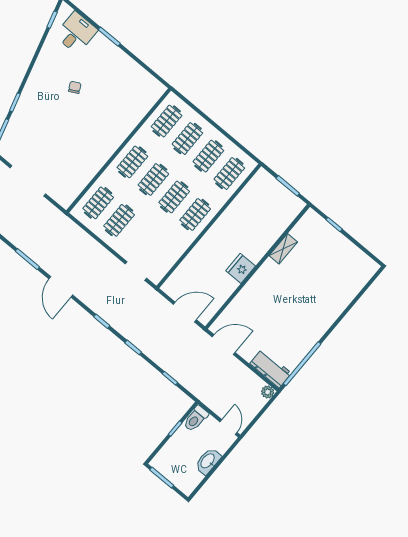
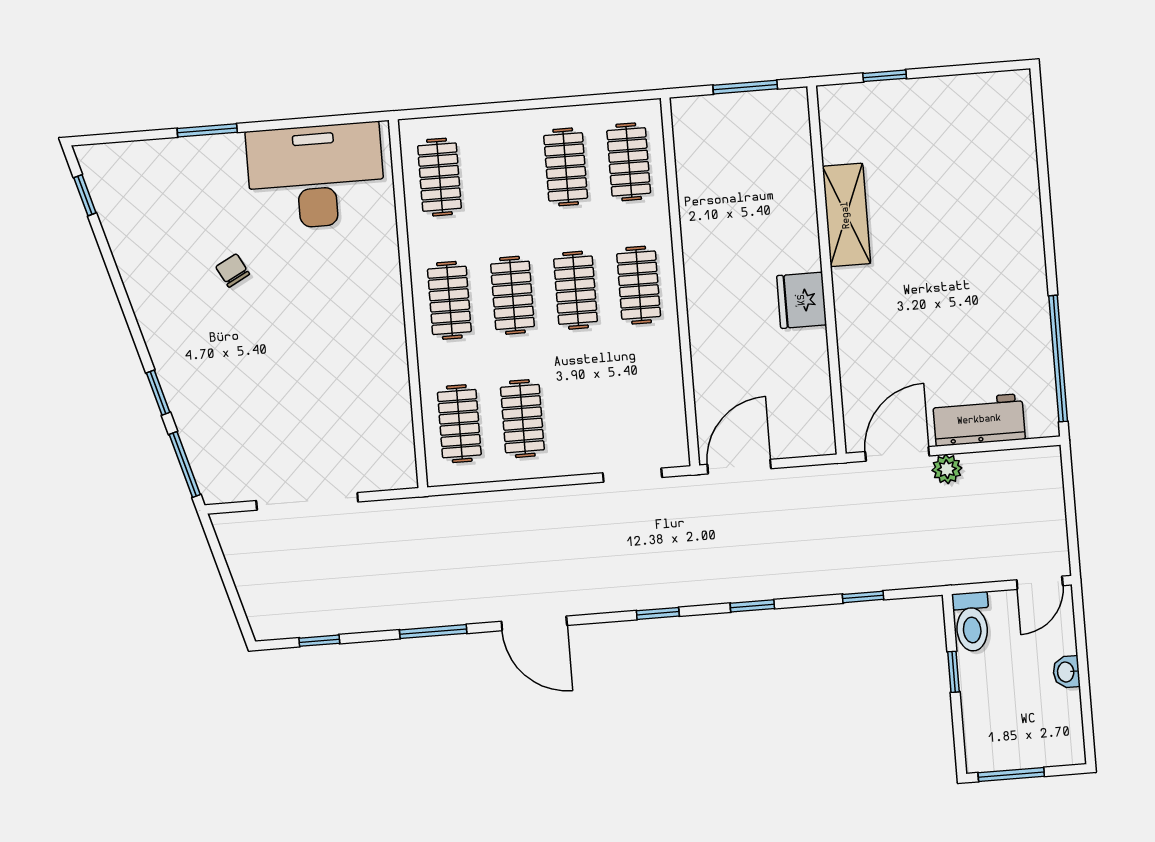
desk: (76, 33) -> (316, 176), moved, width x1.87, depth x1.30
clothes rail: (187, 139) -> (503, 172), removed
shelving: (283, 249) -> (846, 215), width x1.50, depth x1.33
door: (185, 312) -> (739, 467), moved
workbench: (271, 368) -> (979, 420), moved
plant: (268, 392) -> (947, 469), moved
door: (229, 427) -> (1040, 583), swing flipped
washbasin: (208, 461) -> (1066, 672), width x0.52, depth x0.69

